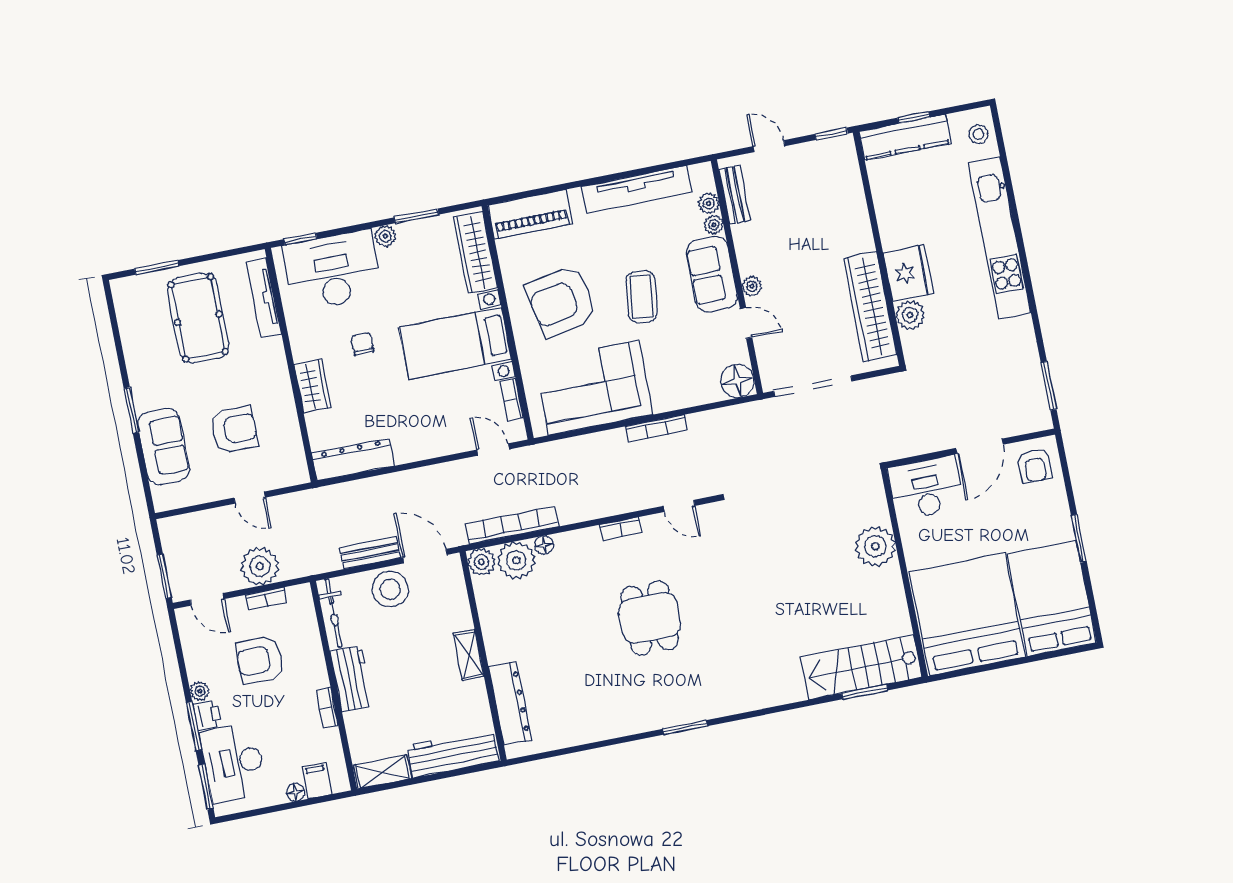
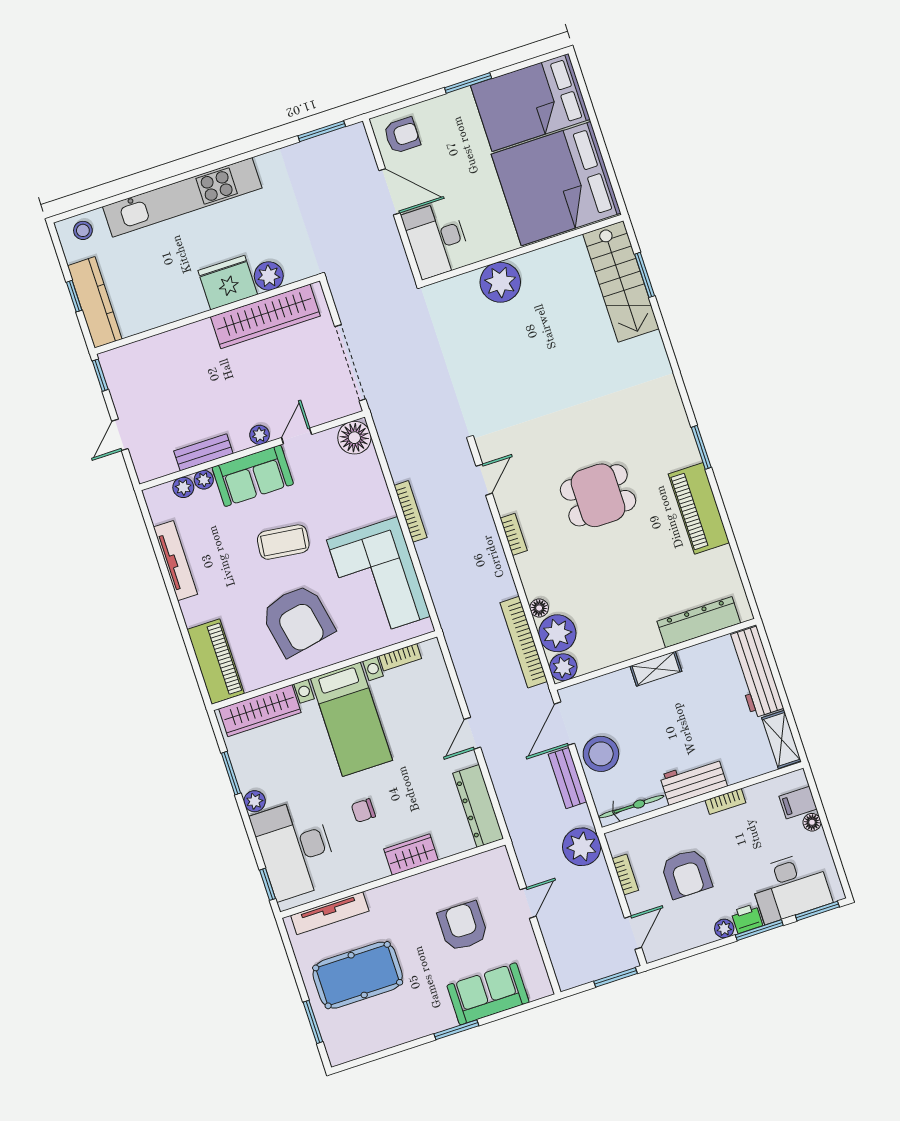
tv unit: (637, 189) -> (175, 561), width x0.73, depth x0.78
bench: (735, 195) -> (203, 452), moved
door: (493, 449) -> (472, 733), moved
plant: (260, 566) -> (582, 847), moved
piano: (624, 717) -> (699, 508), added

